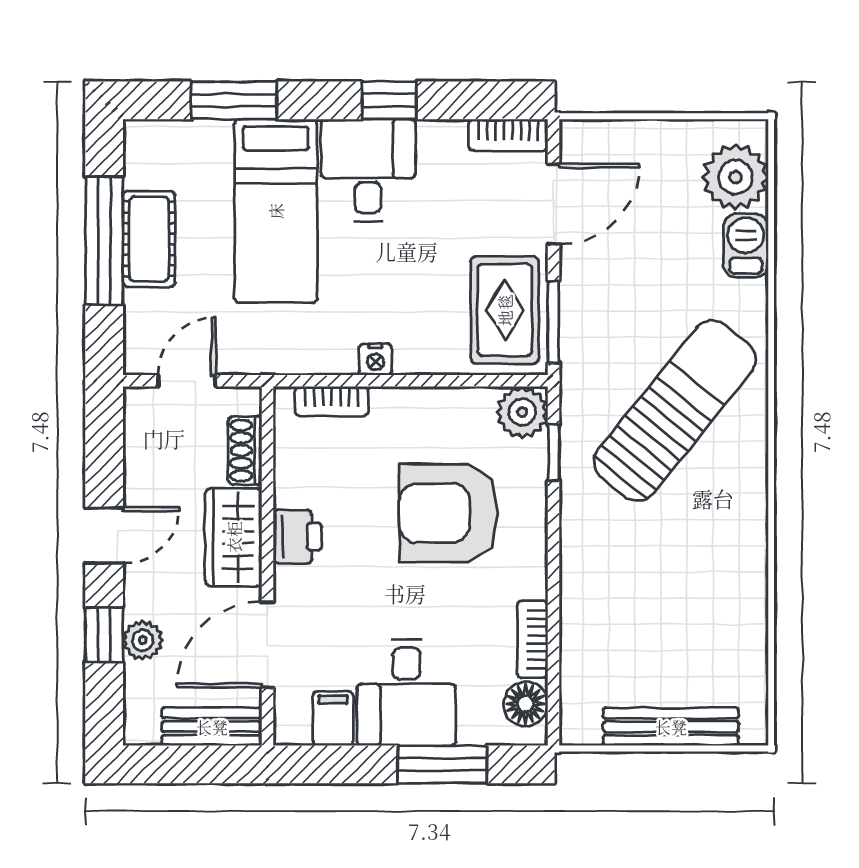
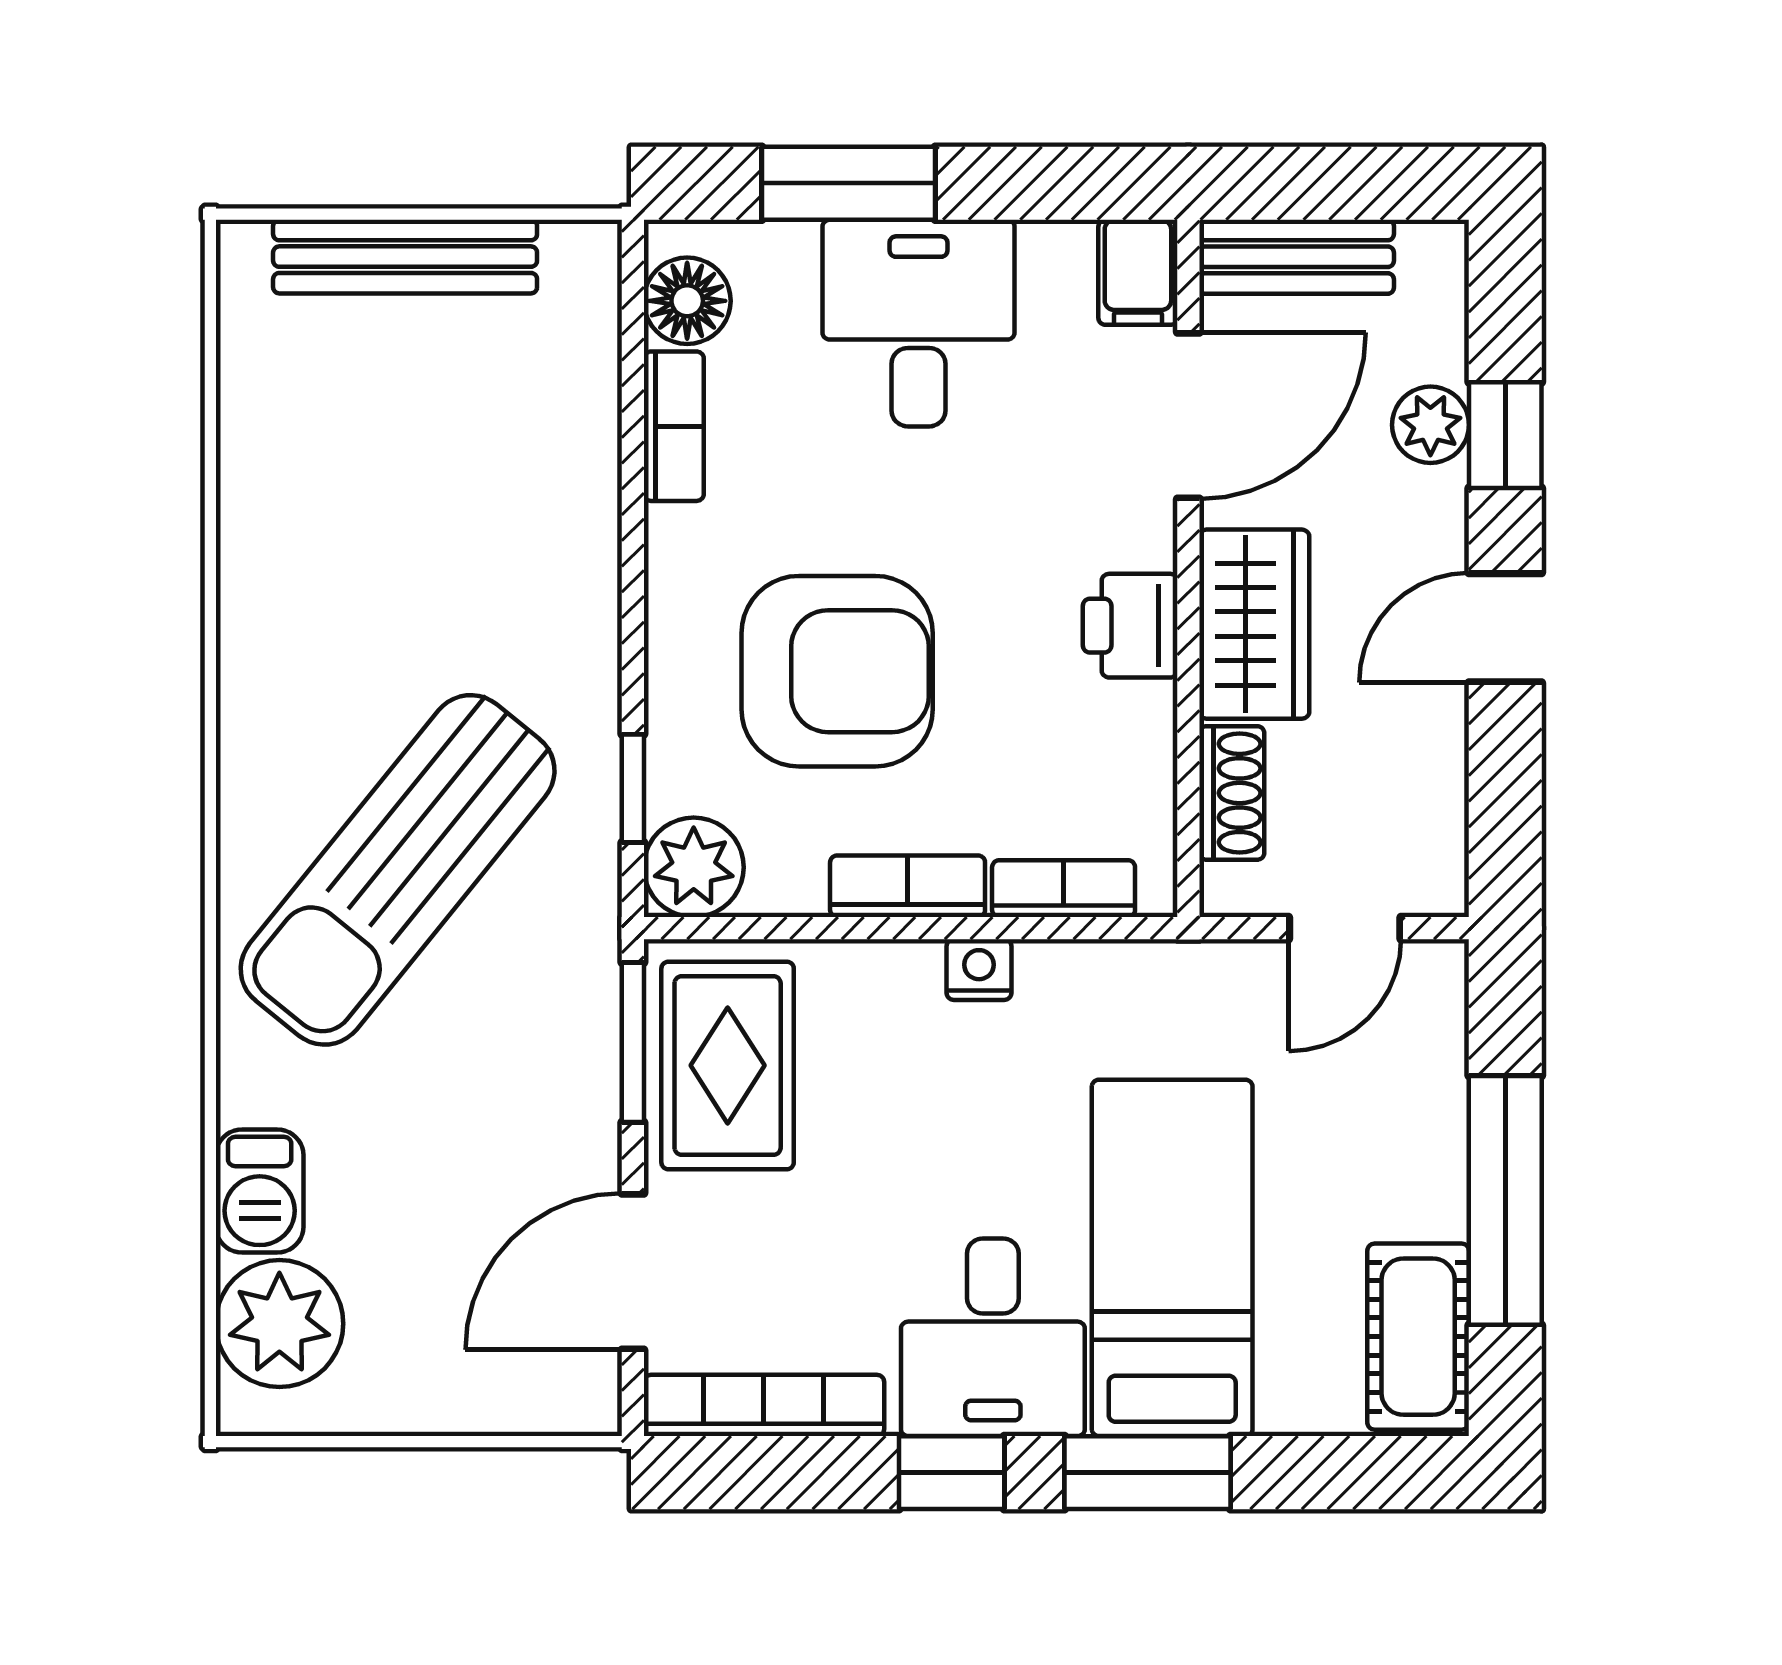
window: (234, 100) -> (1148, 1473), moved
bookcase: (508, 135) -> (764, 1405), width x1.56
cot: (149, 239) -> (1418, 1337), moved
bookcase: (412, 402) -> (908, 886), added
filing cabinet: (333, 719) -> (1138, 272), moved

